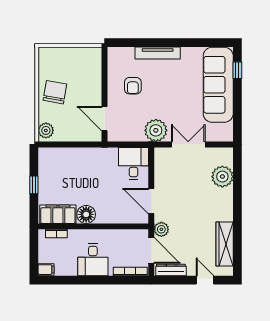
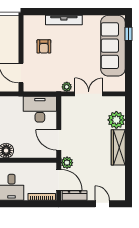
plant: (156, 130) -> (67, 87), width x0.53, depth x0.53
desk: (133, 163) -> (40, 109), width x1.37
wardrobe: (225, 244) -> (118, 147), moved

